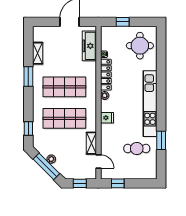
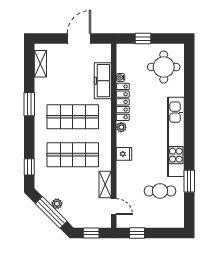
freezer: (89, 46) -> (103, 81), moved
shelving: (38, 53) -> (40, 64), moved

